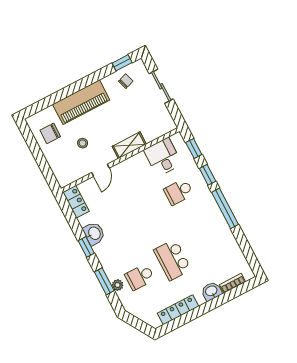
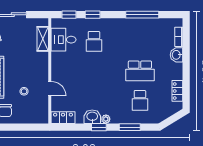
shelving: (129, 145) -> (43, 39), moved
window: (225, 208) -> (142, 15), moved
plant: (118, 285) -> (106, 119), moved
locker: (178, 310) -> (177, 91), width x0.66

